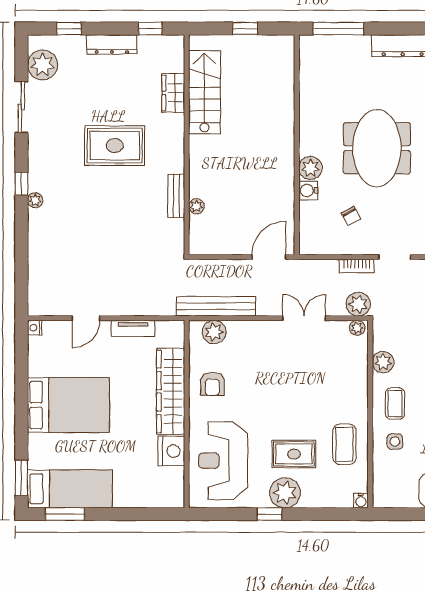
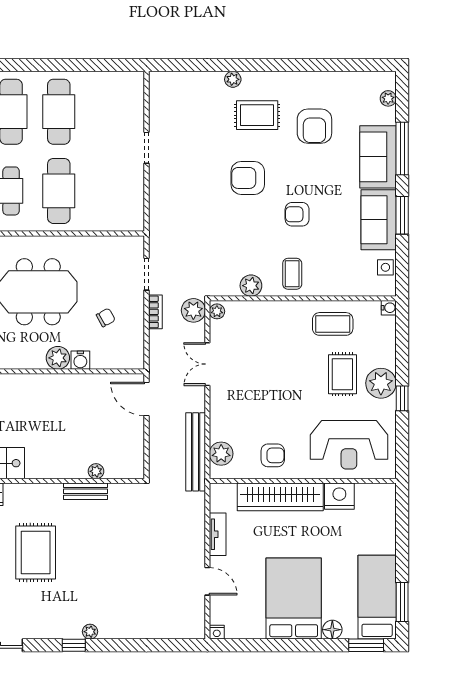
coffee table: (395, 404) -> (292, 274), turned 90
side table: (395, 442) -> (385, 267), moved
floor lamp: (37, 444) -> (332, 630), added

